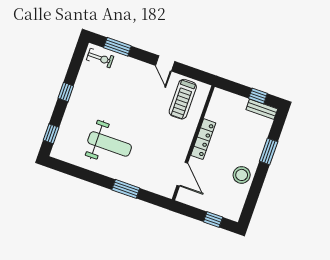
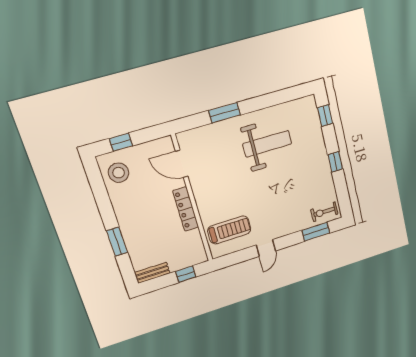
door: (165, 63) -> (266, 248), swing flipped
window: (258, 96) -> (186, 274), moved
treadmill: (183, 99) -> (229, 230), turned 90
weight bench: (110, 144) -> (267, 144), turned 180
stool: (242, 175) -> (119, 173), moved

